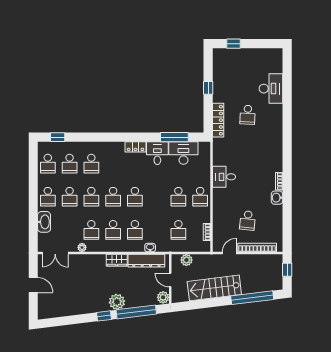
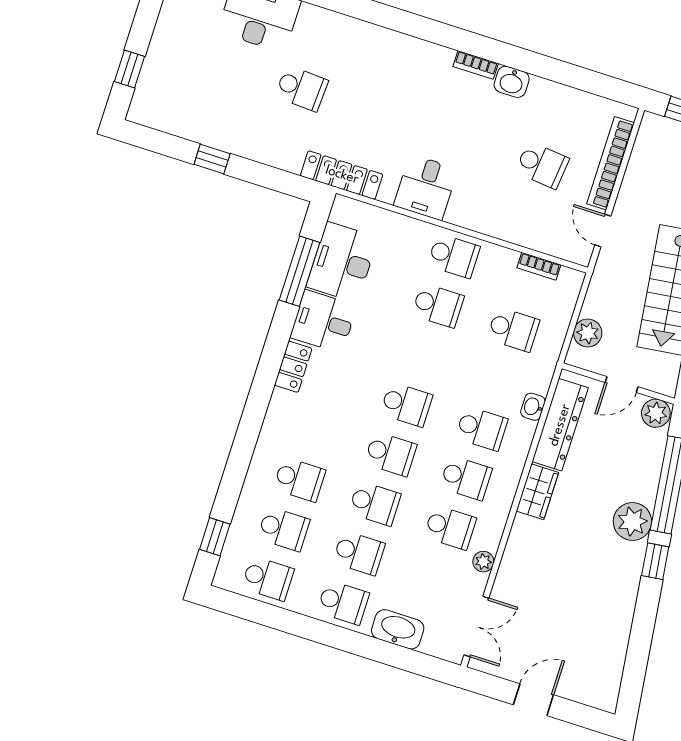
locker: (218, 120) -> (342, 175), moved

